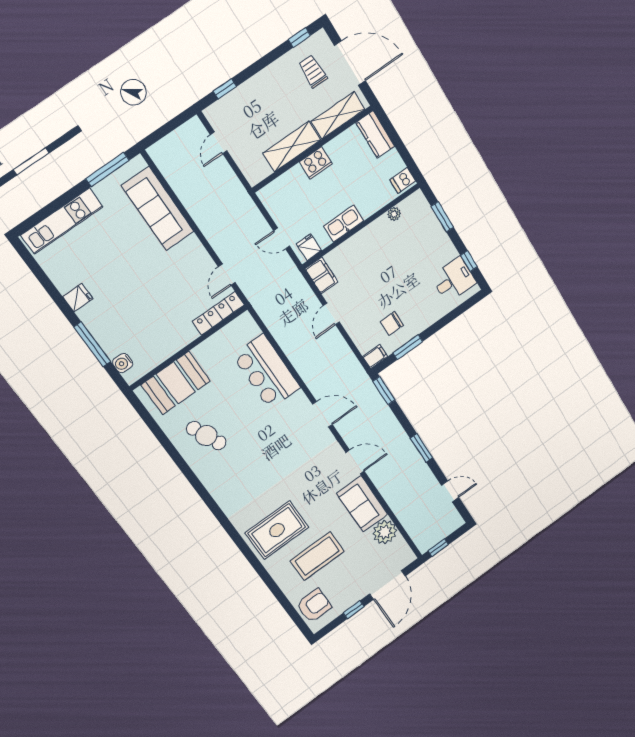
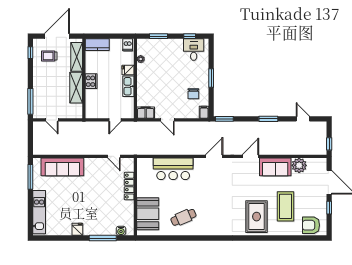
window: (225, 89) -> (30, 101), width x2.17
fridge: (309, 247) -> (128, 70), moved
locker: (218, 313) -> (129, 186), moved
window: (408, 347) -> (211, 78), moved
door: (450, 491) -> (303, 119), hinge flipped
armchair: (314, 606) -> (311, 225), turned -90

